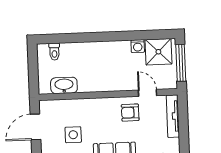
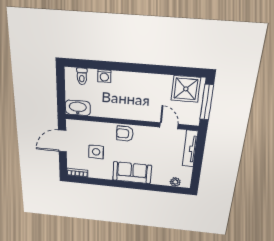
washing machine: (138, 46) -> (104, 76), moved
washbasin: (64, 85) -> (78, 108), moved
armchair: (130, 113) -> (125, 134), moved

